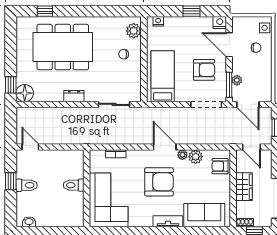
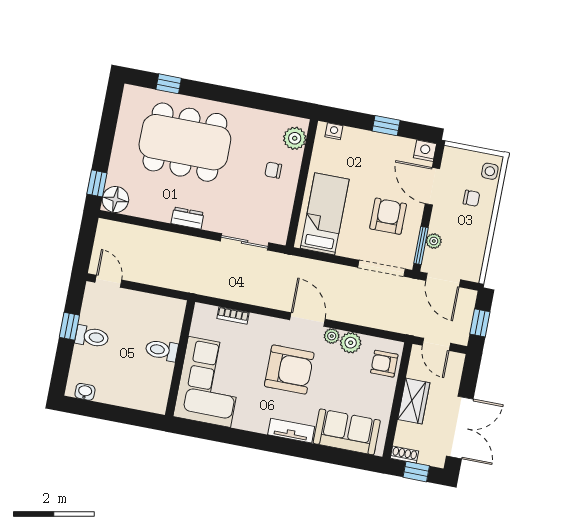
armchair: (204, 70) -> (388, 216), turned -90

